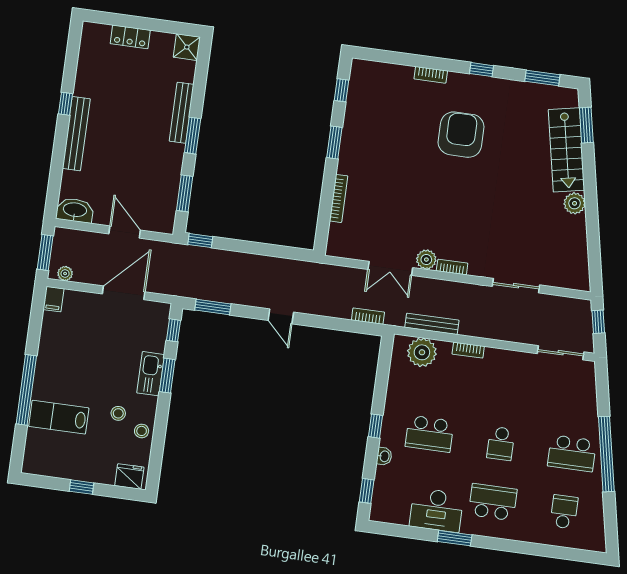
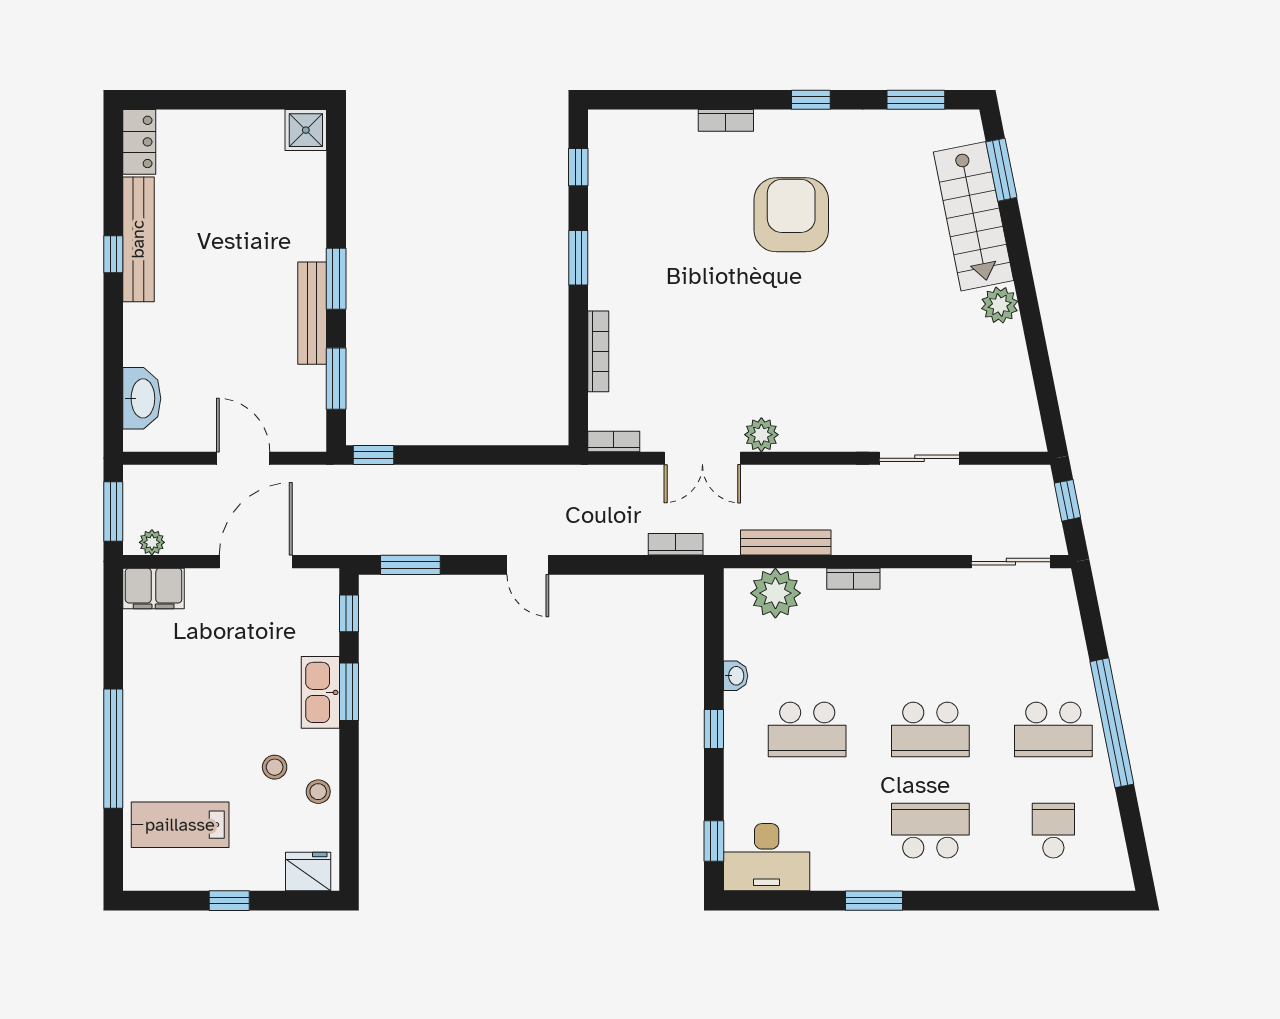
locker: (130, 37) -> (139, 142), moved, turned -90
bench: (182, 113) -> (312, 313), moved
bench: (76, 134) -> (138, 239), moved
washbasin: (75, 210) -> (142, 398), moved, turned 90
bookcase: (452, 267) -> (614, 441), moved
filing cabinet: (54, 299) -> (154, 588), width x2.00
lab bench: (59, 417) -> (180, 825), moved
school desk: (501, 444) -> (930, 730), width x1.85
washbasin: (384, 456) -> (736, 676), moved
desk: (437, 510) -> (767, 857), moved

